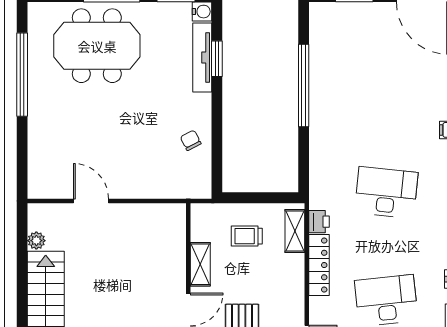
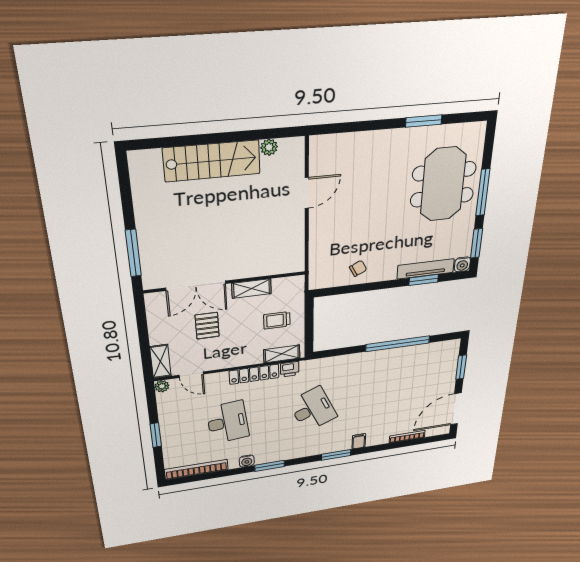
window: (22, 75) -> (424, 121), width x0.47
desk: (386, 192) -> (313, 409), turned -30
trolley: (247, 236) -> (277, 320), turned -90

